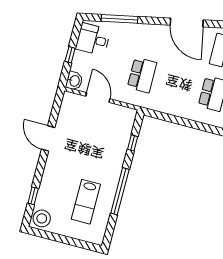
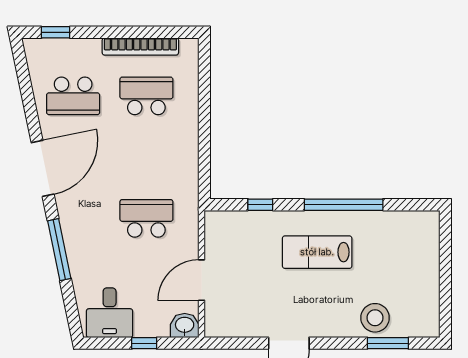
window: (119, 19) -> (59, 250), moved
window: (33, 196) -> (388, 343), width x1.50
lab bench: (86, 202) -> (317, 252), moved, turned 180
stool: (42, 218) -> (375, 318), moved

